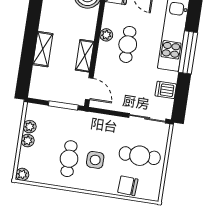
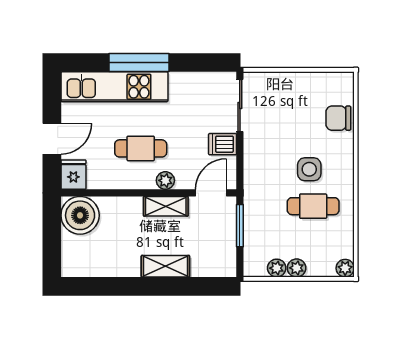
plant: (106, 35) -> (165, 180), moved
dishwasher: (166, 90) -> (223, 144), moved, turned 90
cafe table: (140, 156) -> (294, 108), removed
chair: (128, 186) -> (338, 118), turned 87

